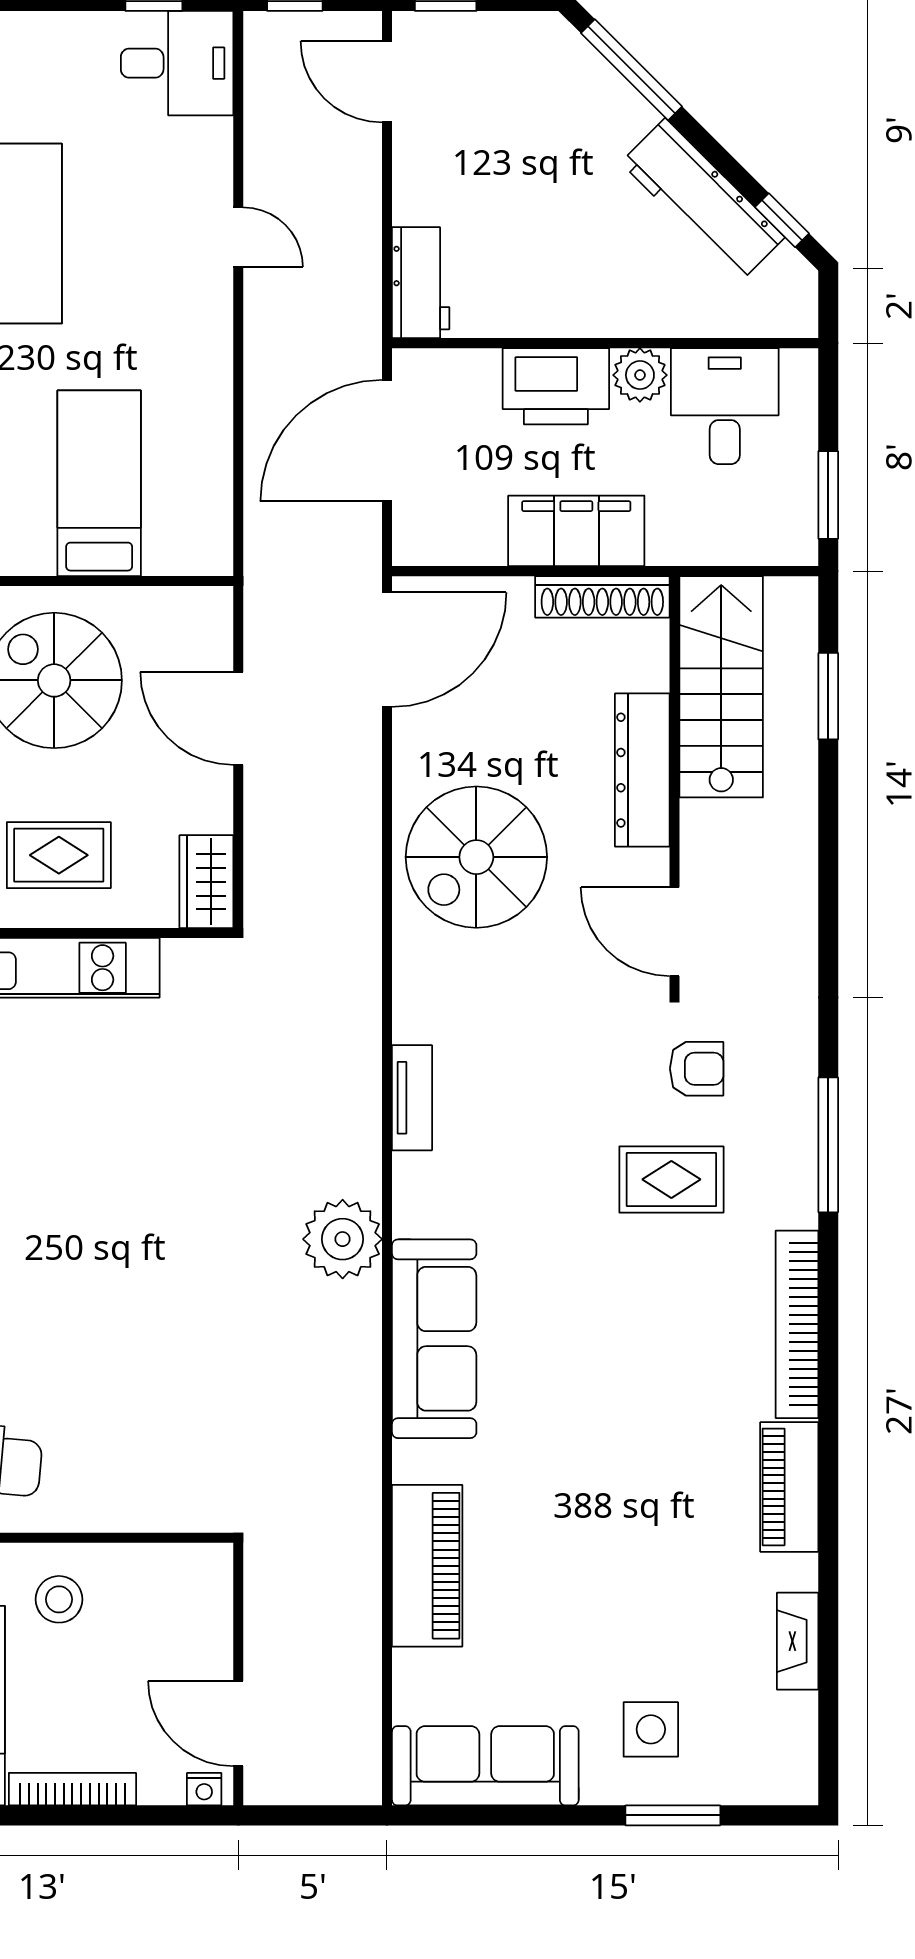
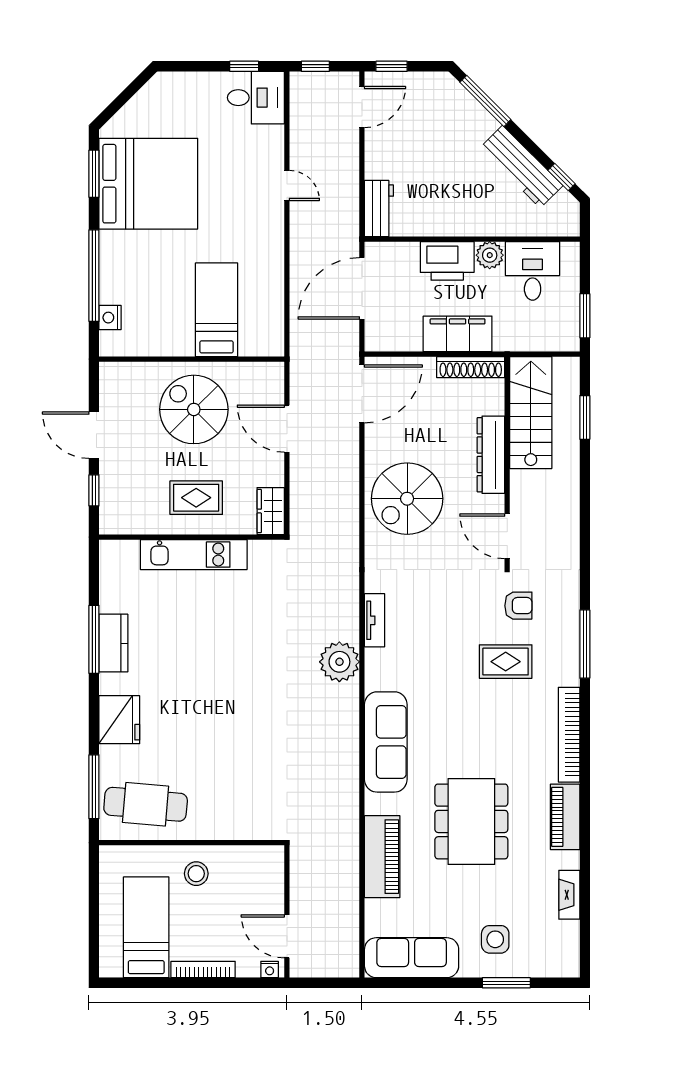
door: (387, 82) -> (362, 107), swing flipped
plant: (343, 1239) -> (339, 662), moved
dining table: (604, 1496) -> (471, 821), added

